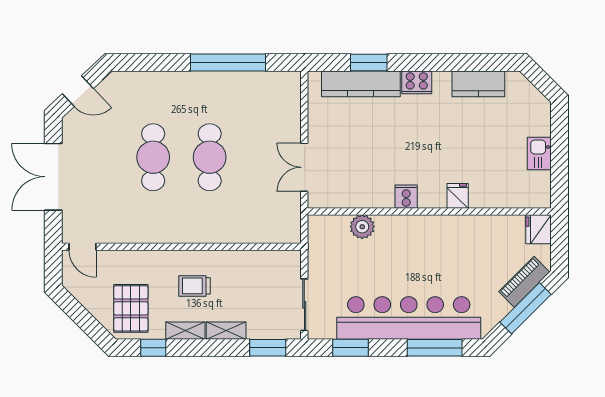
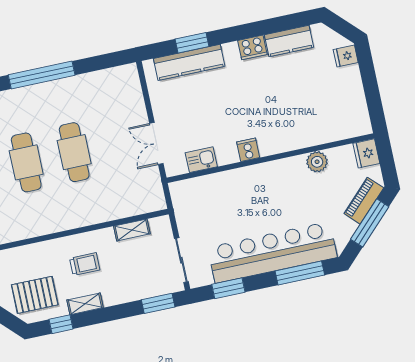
window: (228, 62) -> (42, 75), moved
cooker: (417, 82) -> (252, 47), moved
kitchen sink: (539, 154) -> (201, 160), moved, turned 90
fridge: (458, 196) -> (346, 56), moved, turned -90
plant: (362, 227) -> (317, 162), moved
trolley: (195, 286) -> (85, 264), turned 180
pallet: (131, 308) -> (35, 295), turned 90
shelving: (226, 331) -> (132, 230), moved

